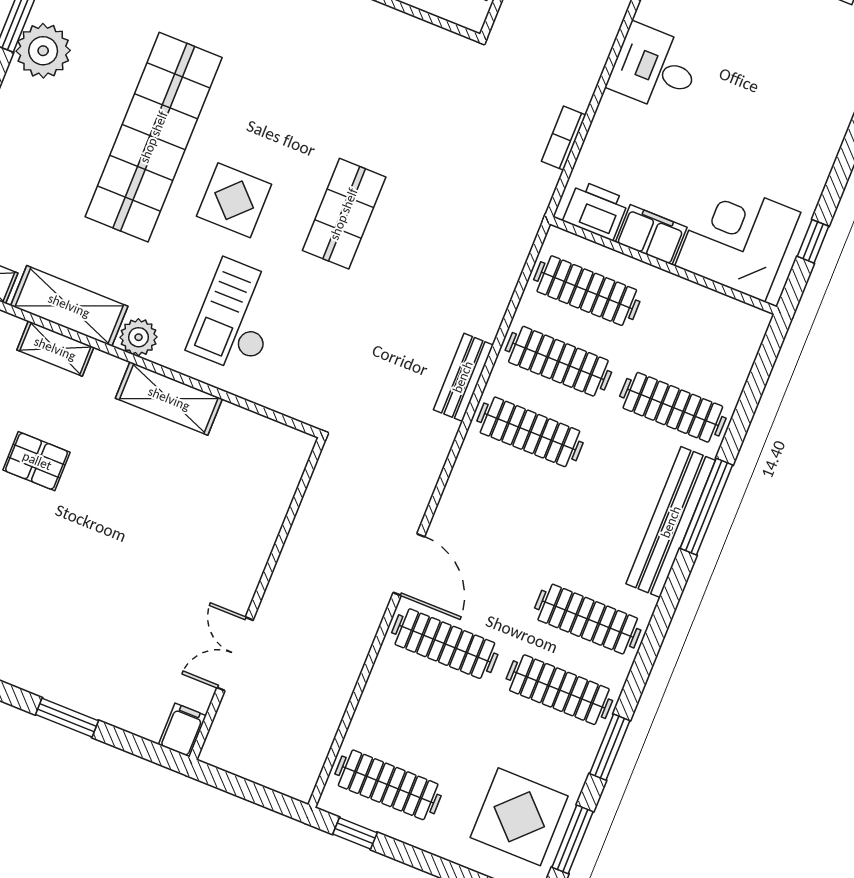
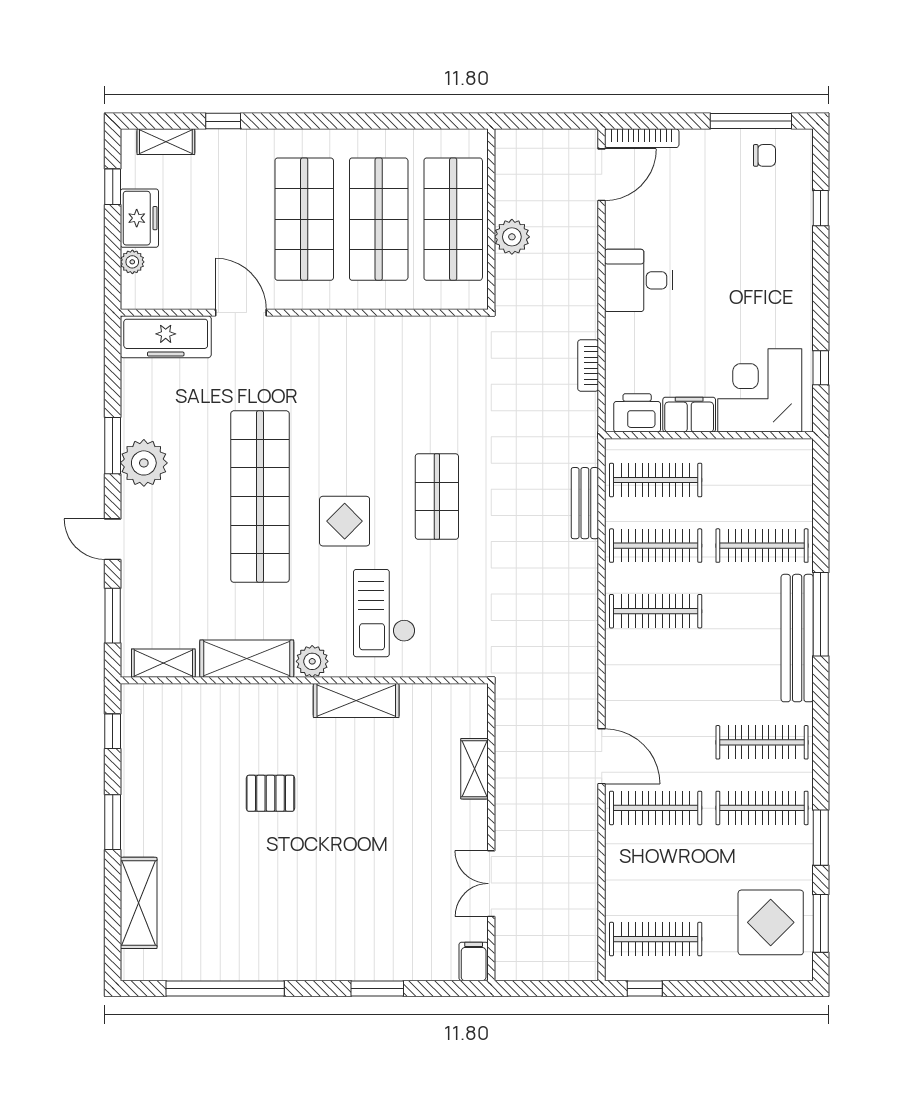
shelving: (55, 349) -> (474, 769), moved, turned 90
bench: (463, 377) -> (585, 503), moved

